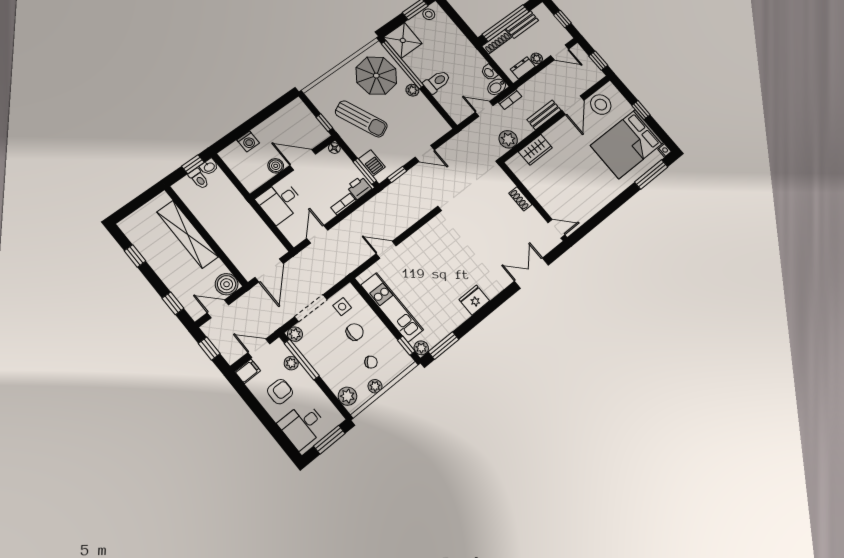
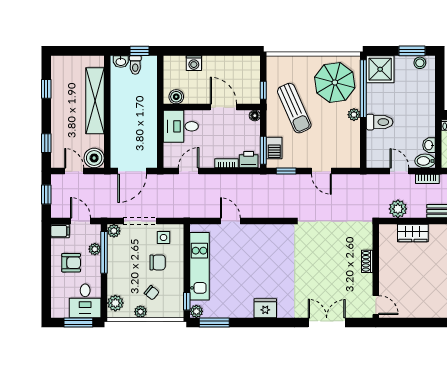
boiler: (276, 166) -> (176, 97), moved
washbasin: (209, 167) -> (121, 61), moved
desk: (303, 425) -> (85, 301), moved, turned -90

